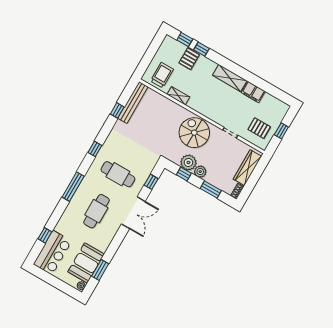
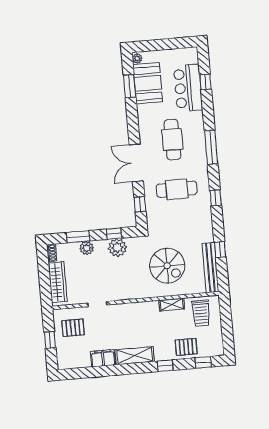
window: (202, 49) -> (165, 366), moved
pallet: (189, 59) -> (186, 347), turned 90
spiral stairs: (194, 133) -> (167, 266), moved
plant: (200, 172) -> (87, 248), moved
bar counter: (52, 253) -> (188, 88), moved

